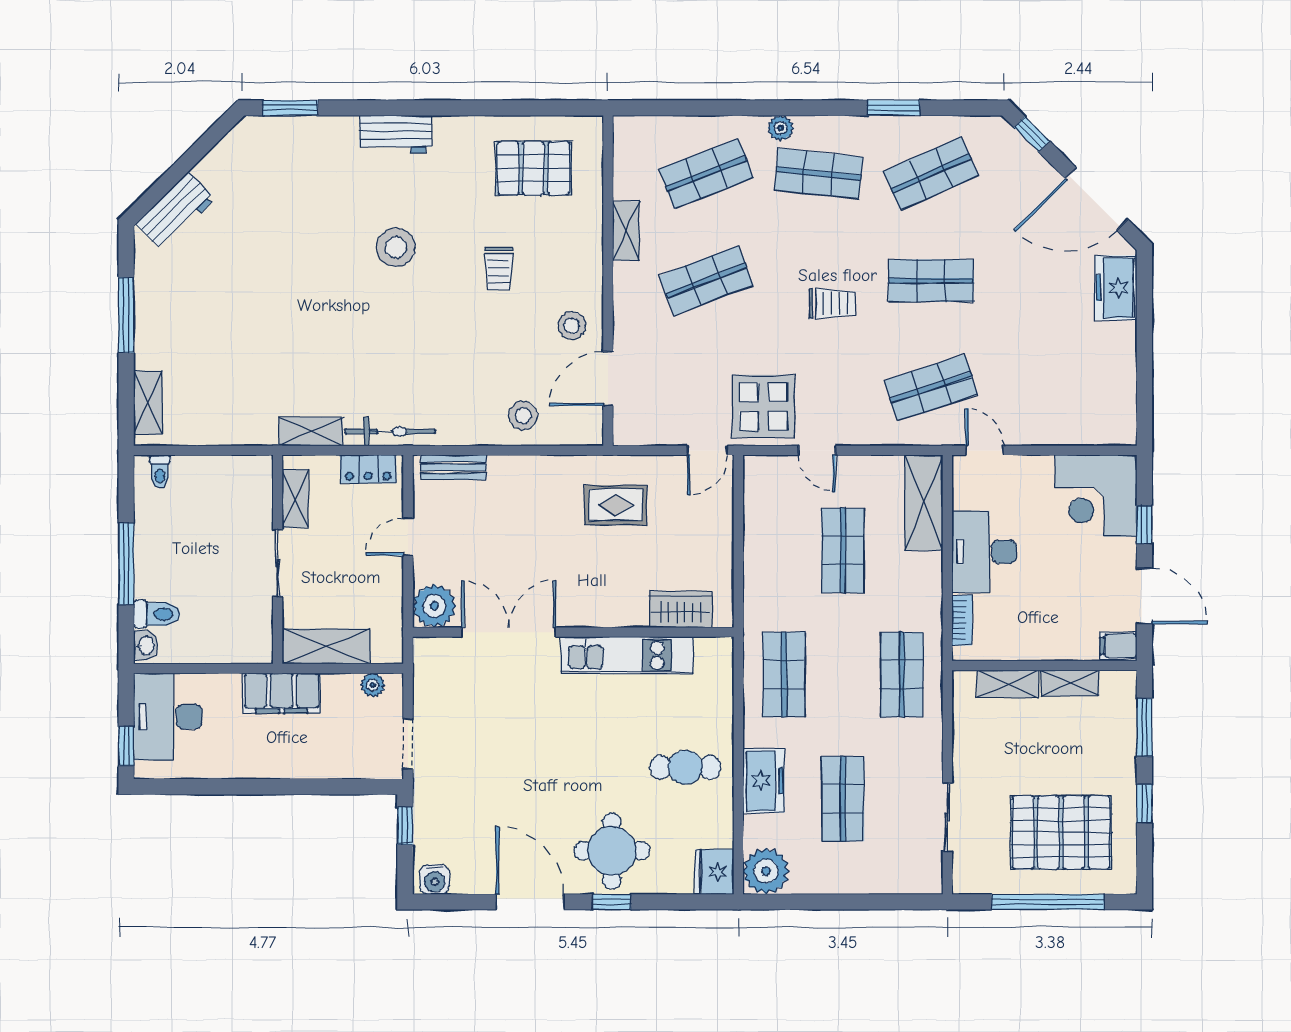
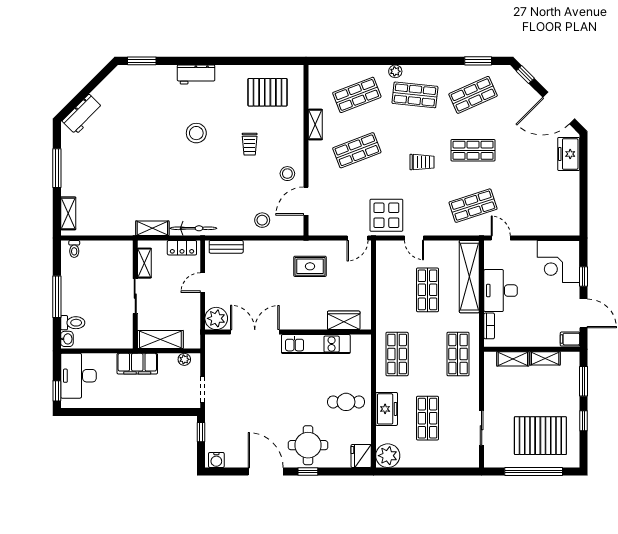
window: (894, 108) -> (478, 61), moved
shelving: (924, 503) -> (469, 277), width x1.47

